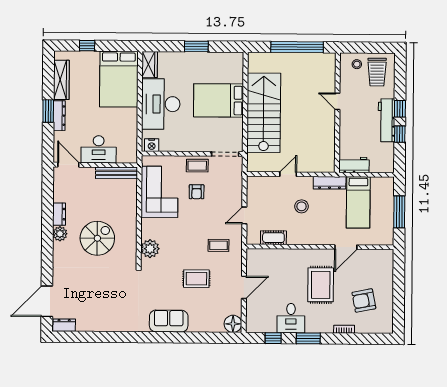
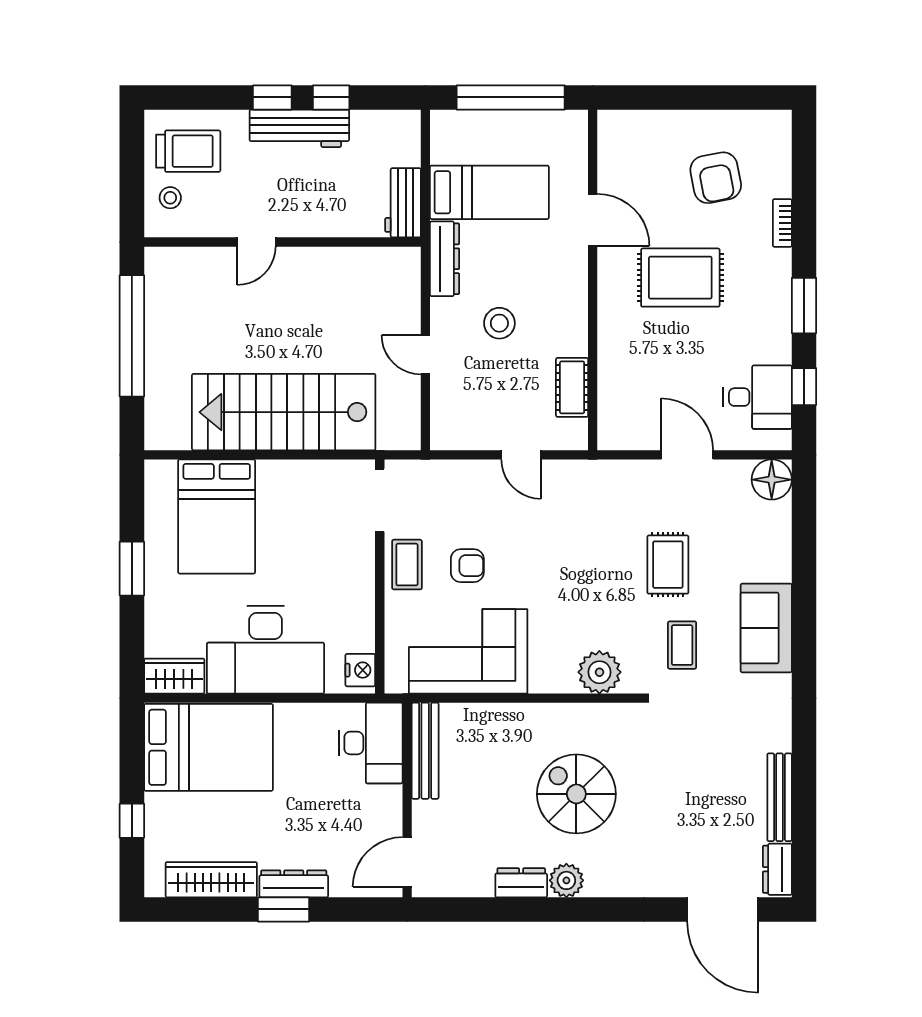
bed: (219, 100) -> (217, 516), moved
desk: (99, 149) -> (371, 743), moved
window: (399, 212) -> (511, 97), width x1.46
coffee table: (218, 245) -> (682, 645), moved
desk: (291, 318) -> (758, 397), moved
bench: (95, 326) -> (780, 797), added

